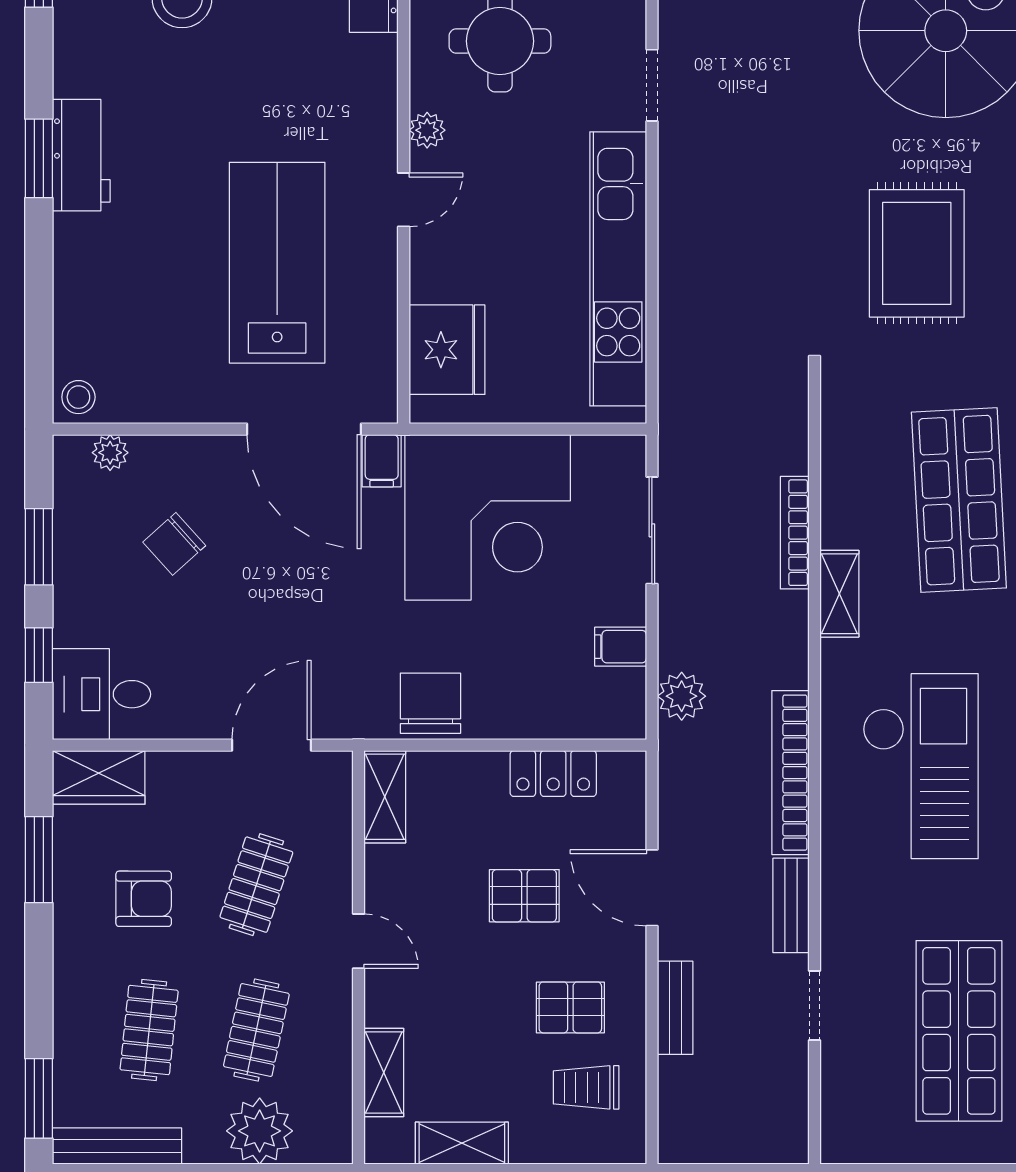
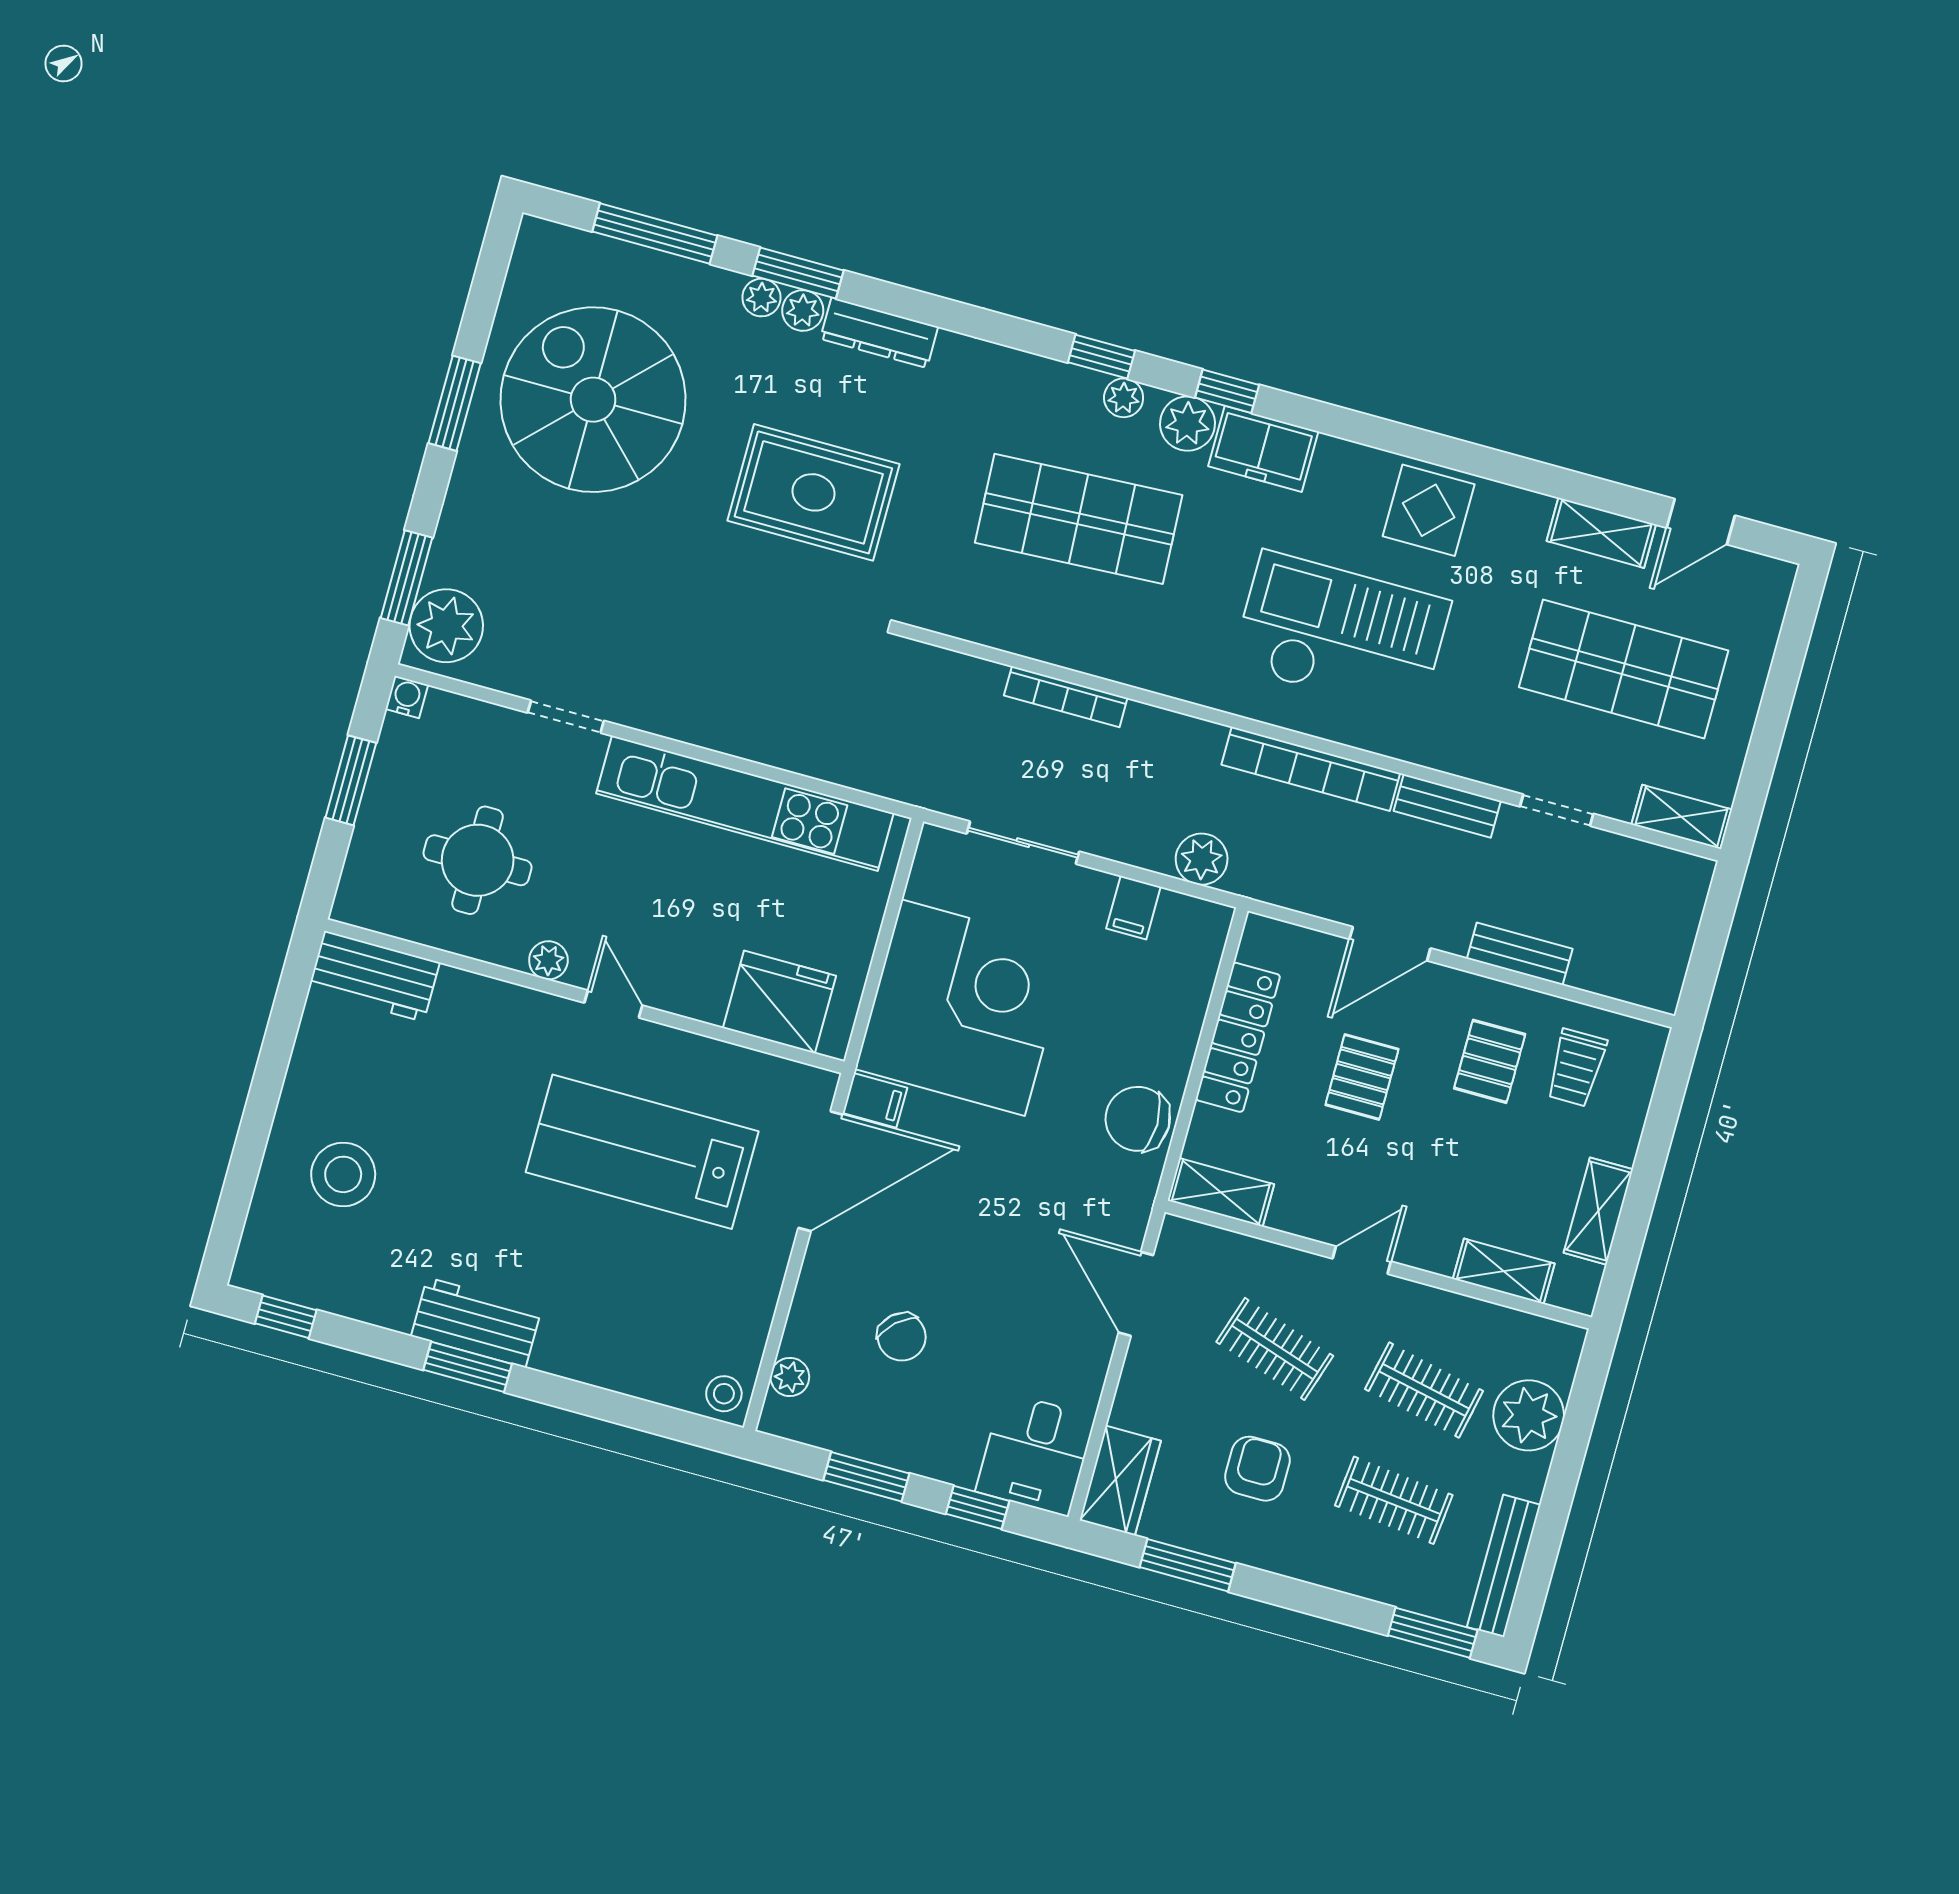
shelving: (839, 594) -> (1681, 817), moved
locker: (553, 774) -> (1238, 1037), width x1.53

